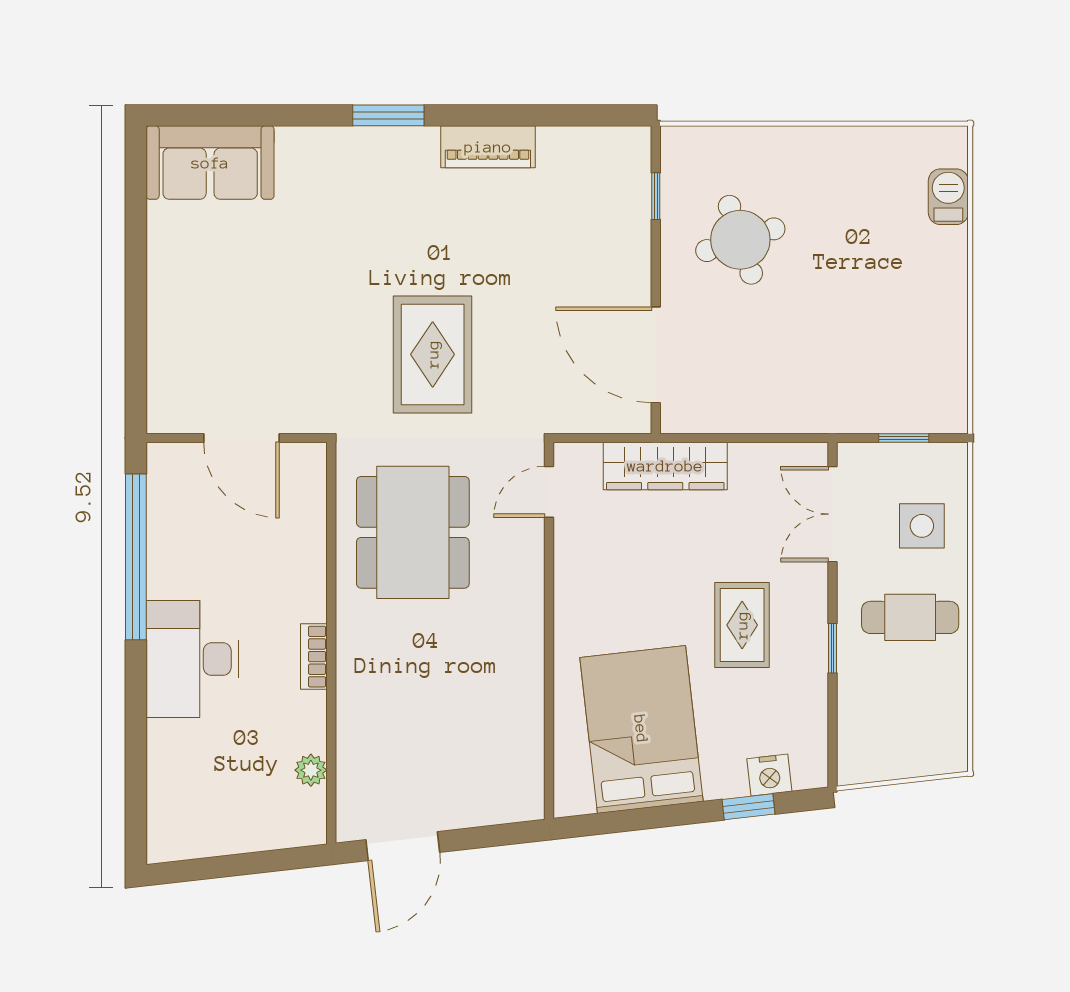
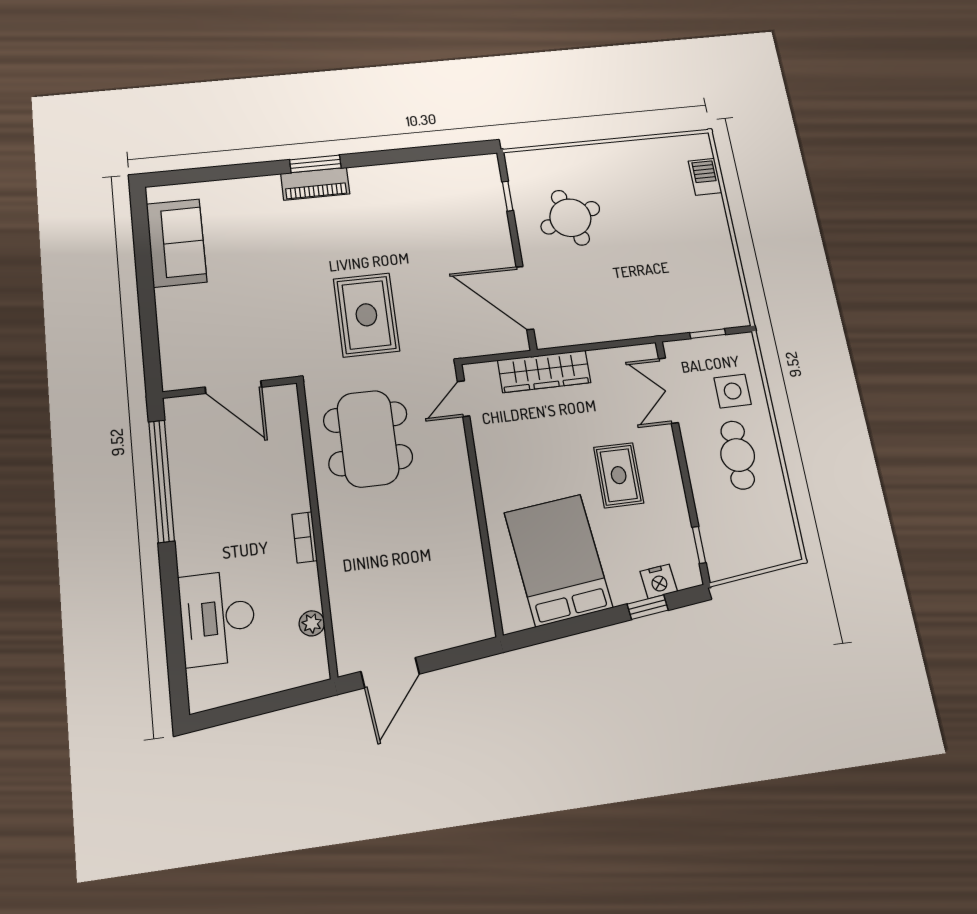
piano: (488, 147) -> (315, 184), moved
sofa: (210, 163) -> (176, 243), moved, turned -90
cafe table: (910, 617) -> (738, 455), turned 90
window: (833, 648) -> (699, 545), moved
desk: (192, 659) -> (218, 618), moved

